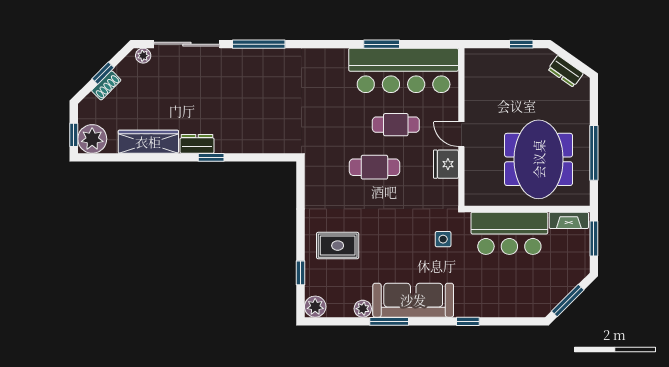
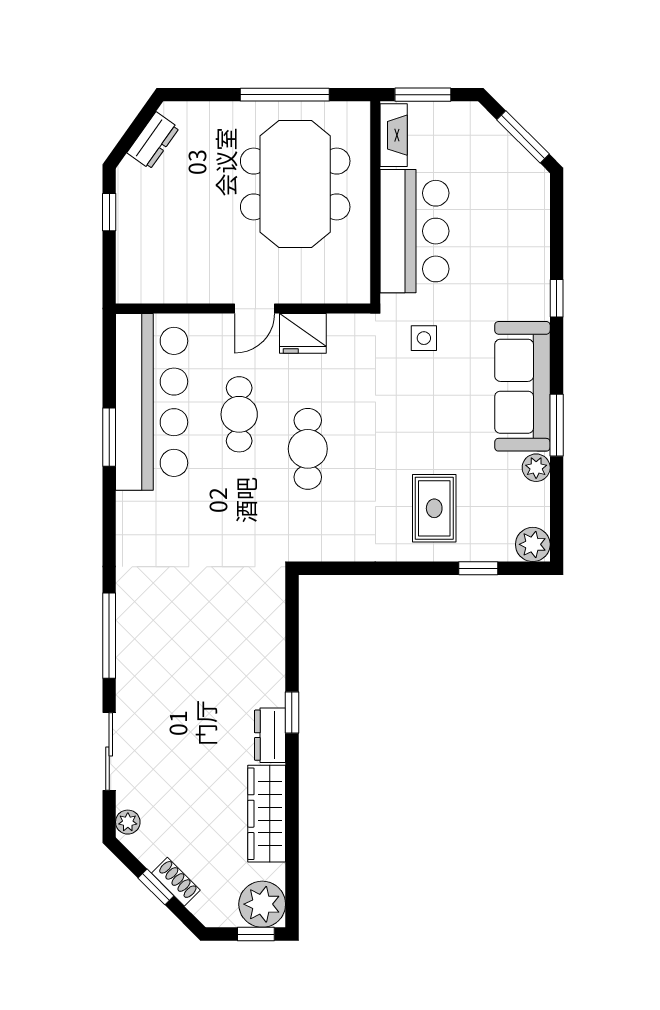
sliding door: (187, 44) -> (109, 751), width x0.73
meeting table: (539, 159) -> (295, 184), turned 90

